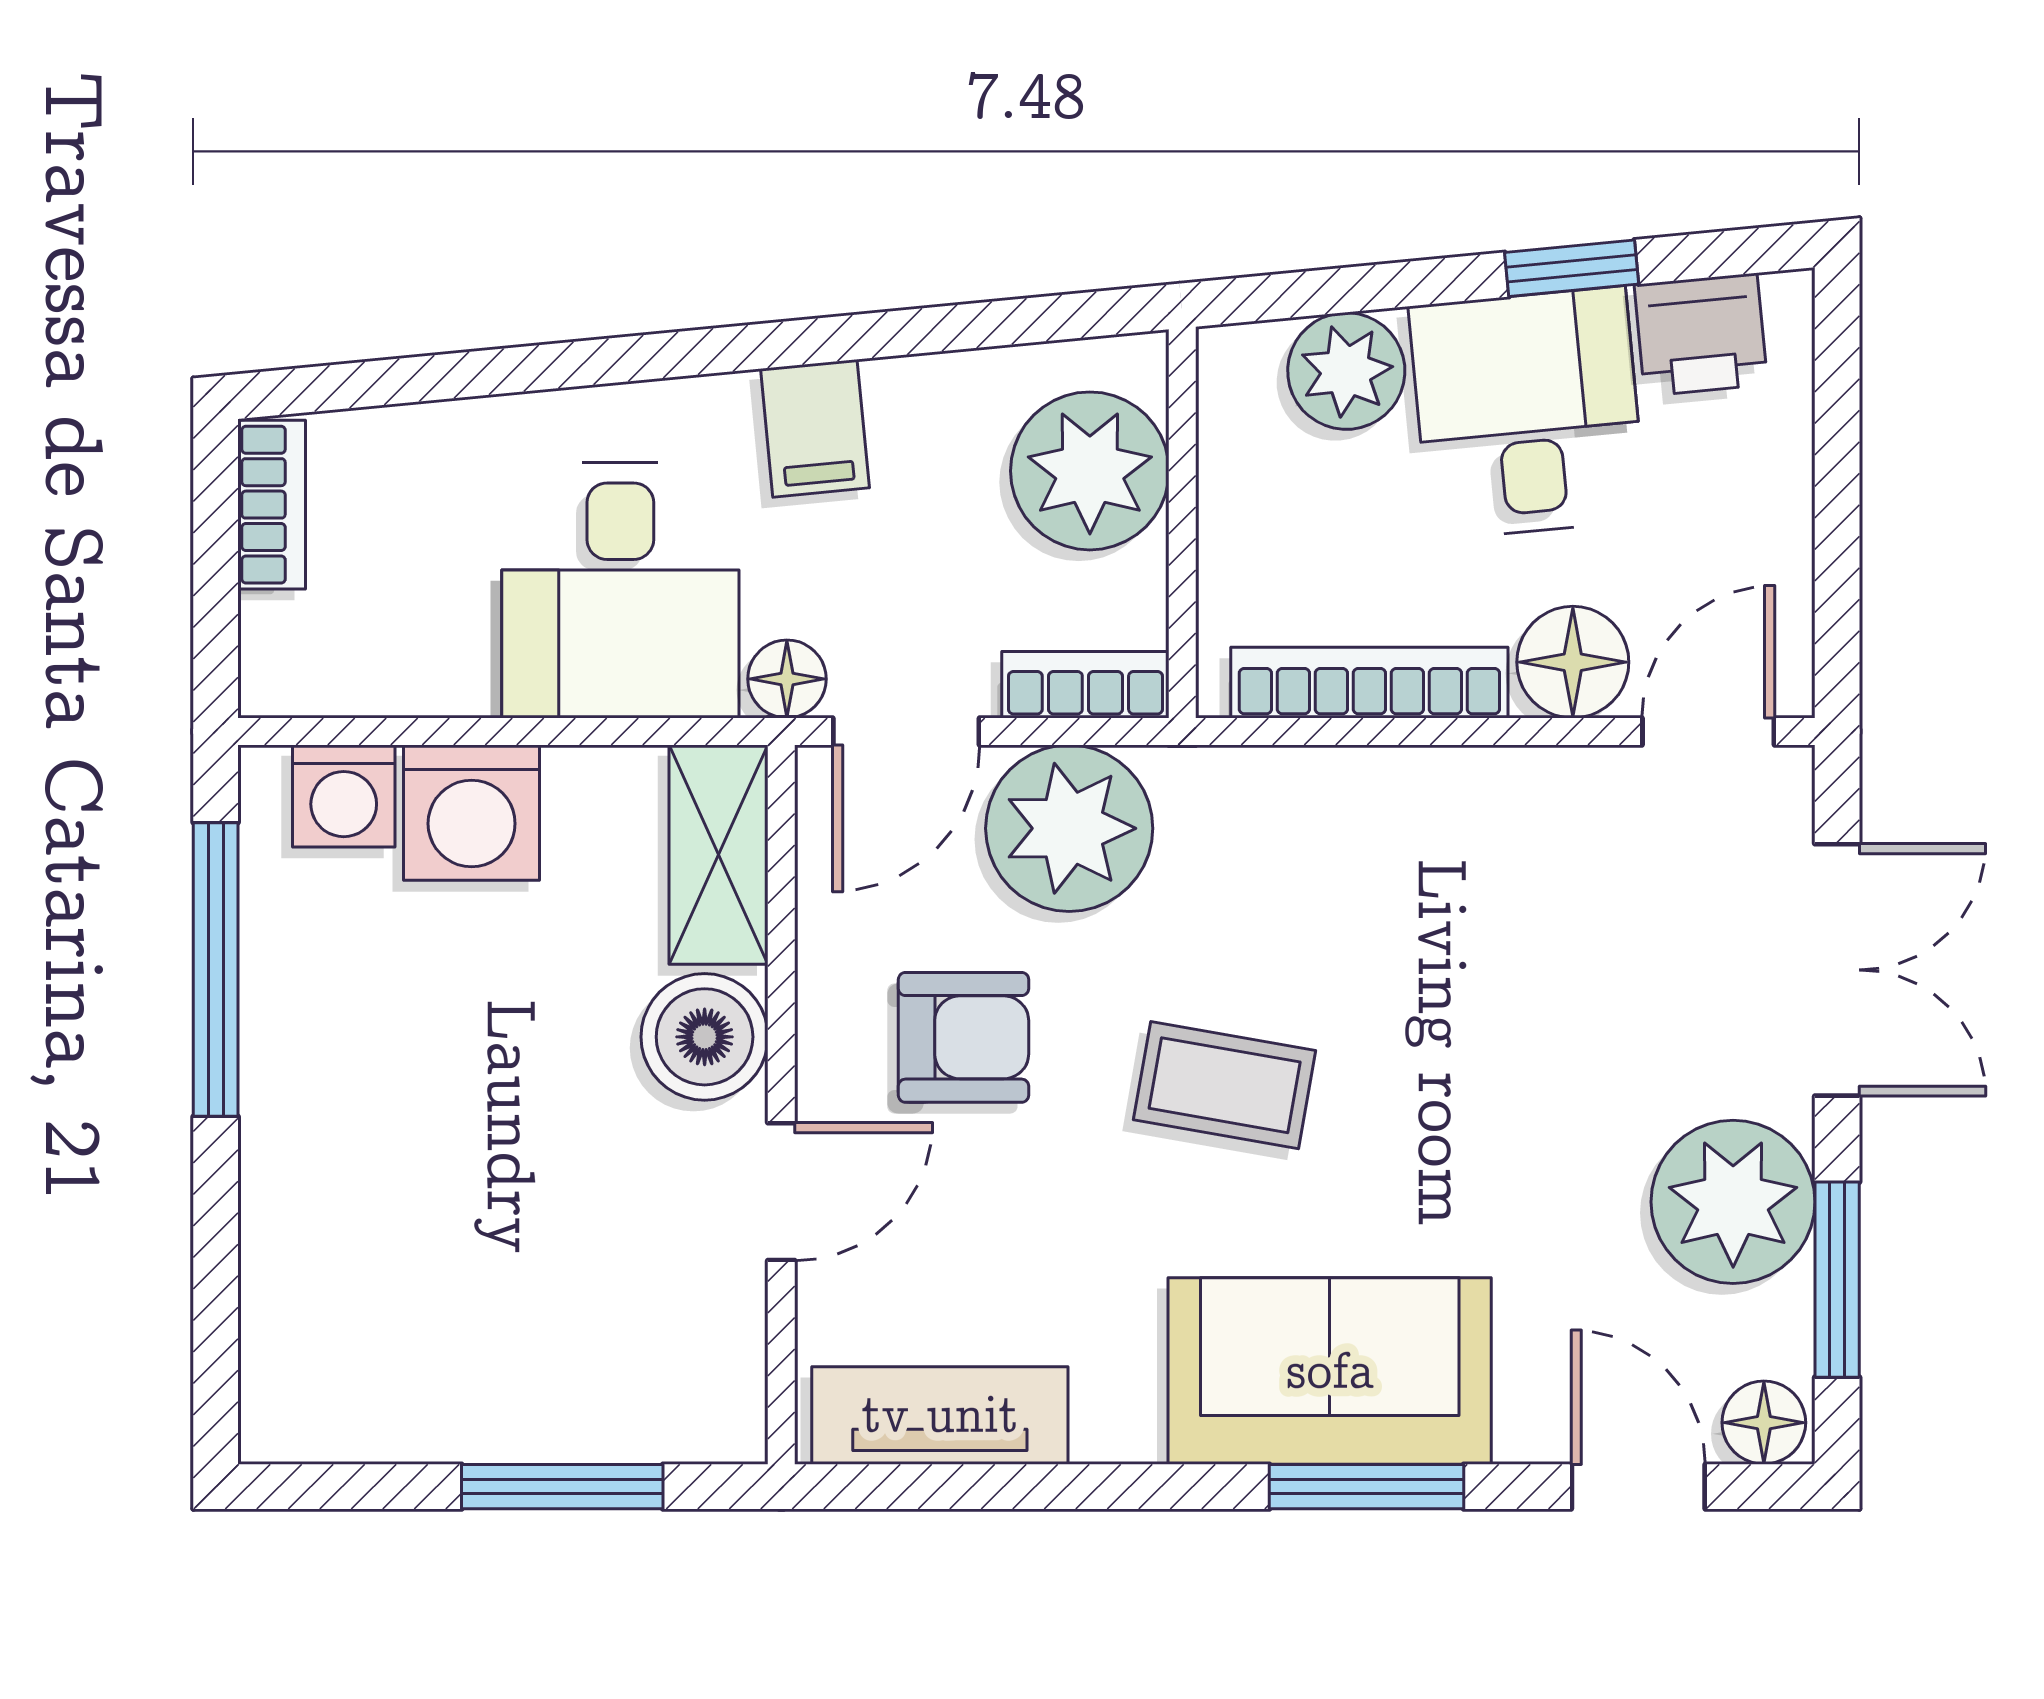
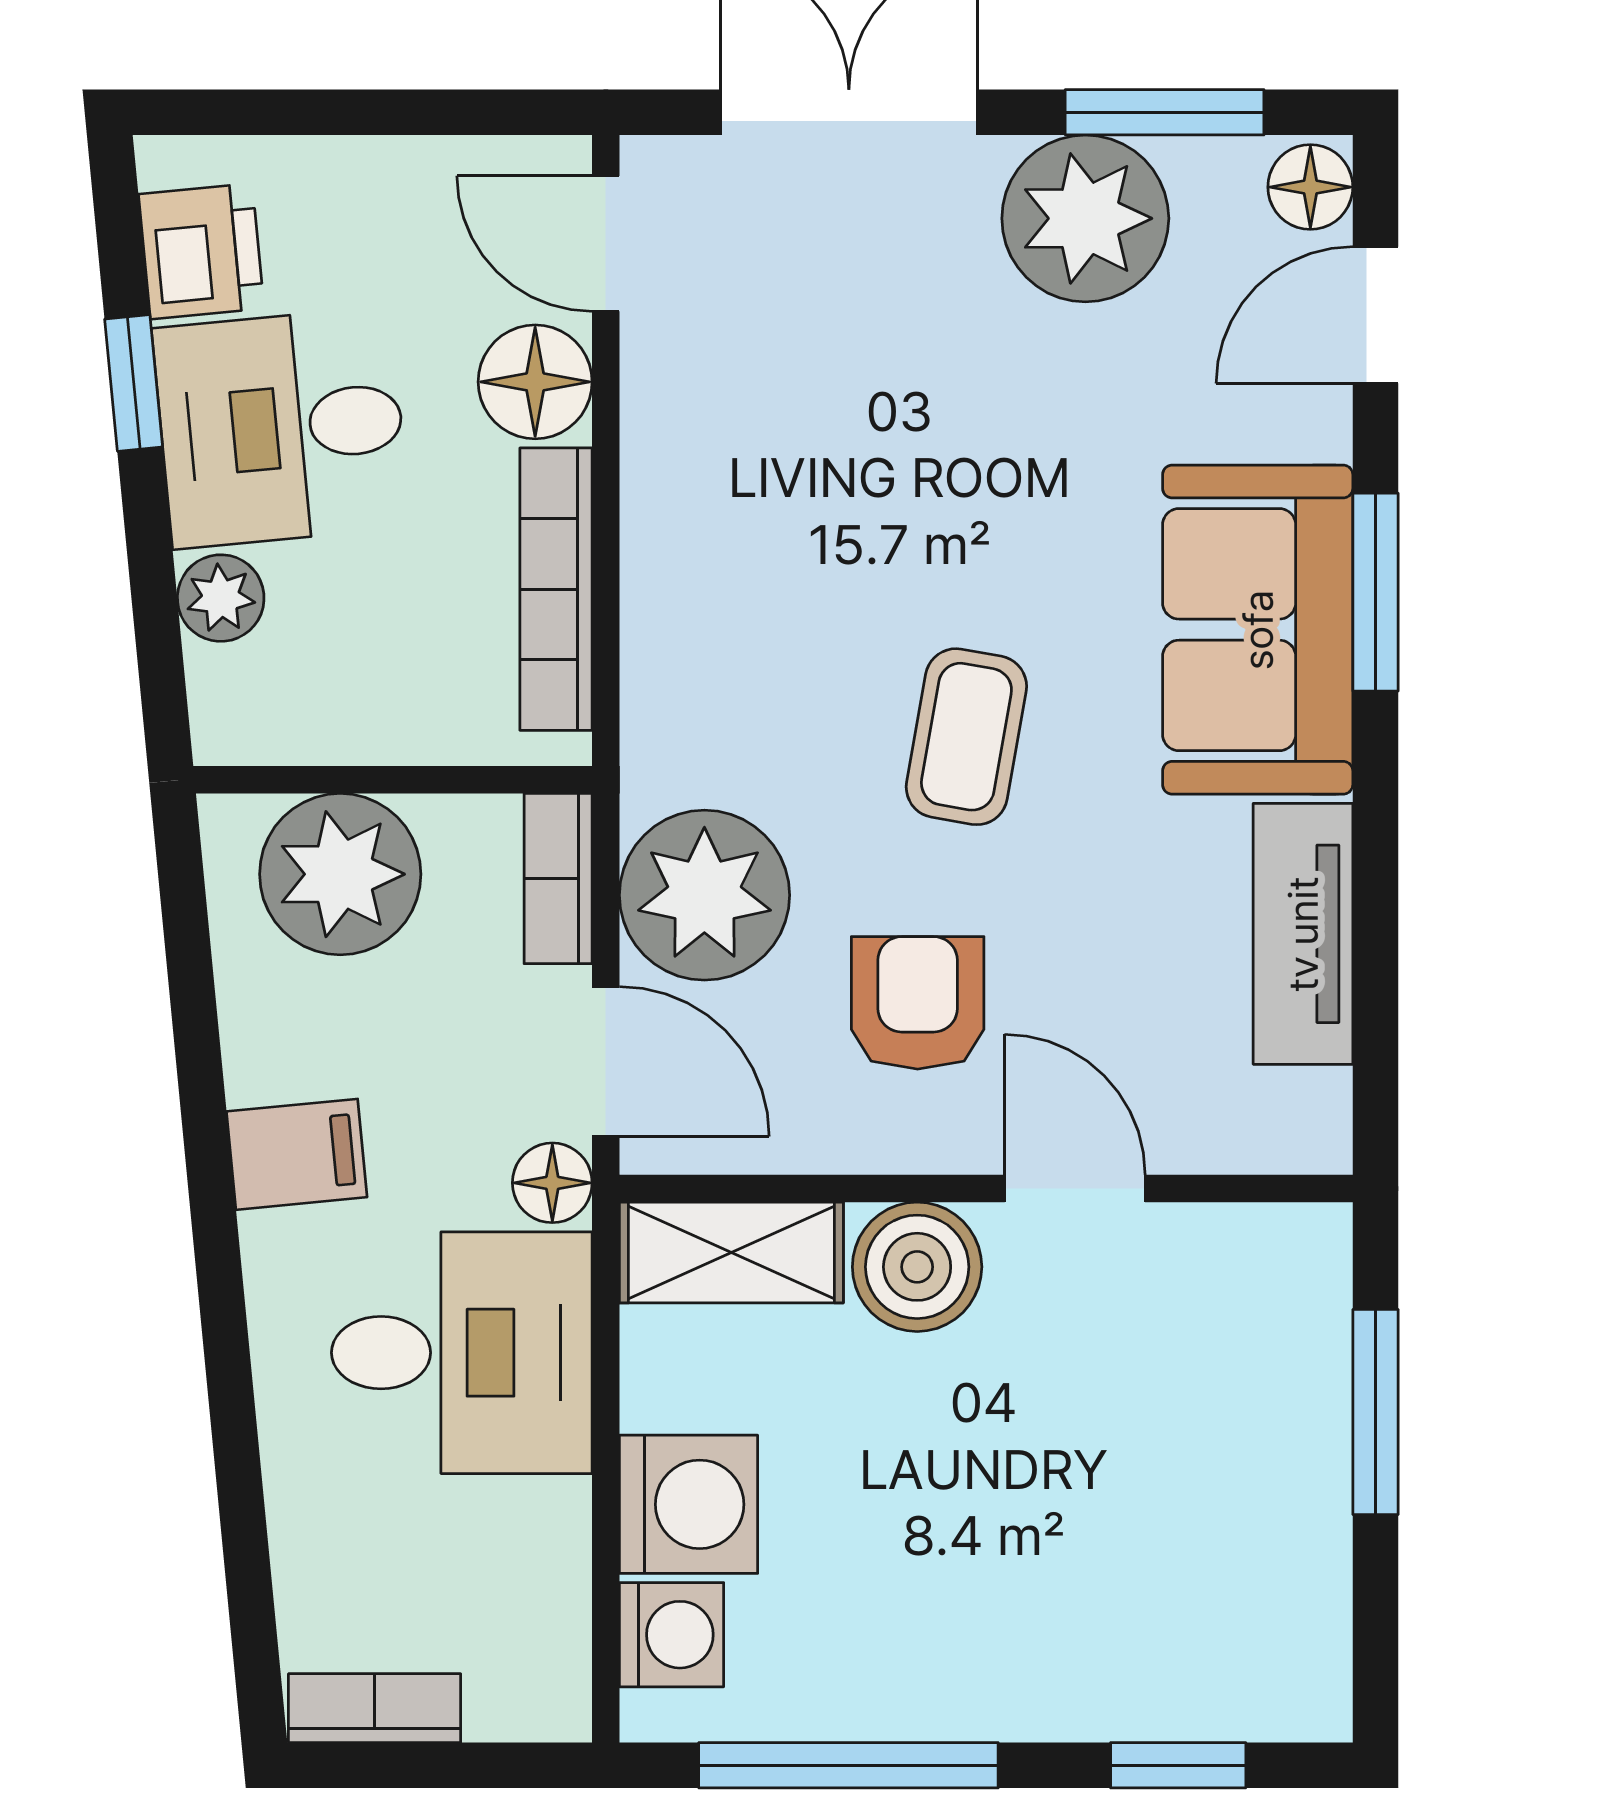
plant: (1346, 371) -> (221, 598), width x0.73, depth x0.73
window: (216, 1293) -> (1178, 1765), added
tv unit: (940, 1415) -> (1303, 934), moved

